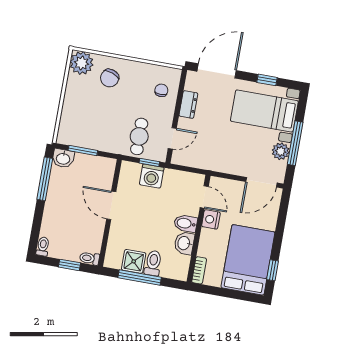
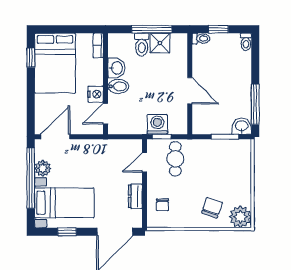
window: (295, 143) -> (31, 178), width x1.46
door: (204, 197) -> (106, 114), hinge flipped

